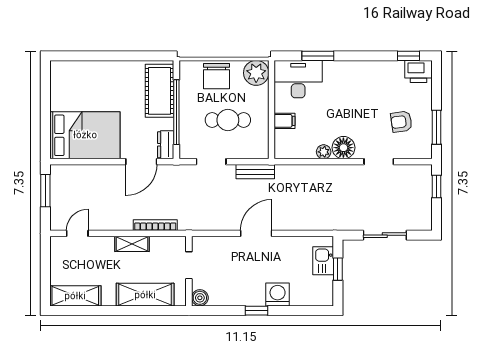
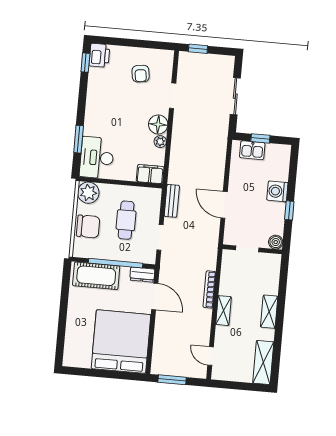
filing cabinet: (284, 121) -> (150, 174), moved, width x2.00
window: (437, 127) -> (148, 44), removed
bed: (85, 135) -> (121, 342), width x1.36
doorway: (189, 265) -> (247, 249), moved
wall: (189, 271) -> (252, 249), moved
shelving: (145, 295) -> (269, 312), width x0.67, depth x0.75
boiler: (200, 298) -> (276, 242), moved

